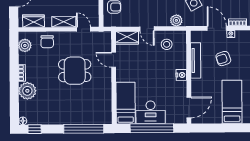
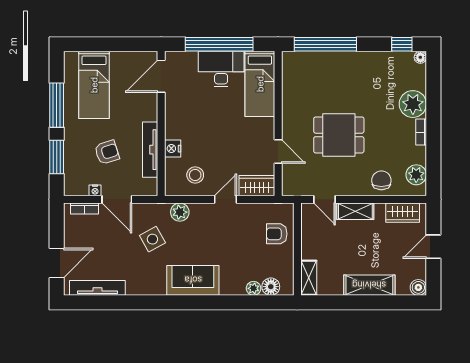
door: (147, 29) -> (226, 199), hinge flipped
nightstand: (181, 75) -> (173, 149), moved

